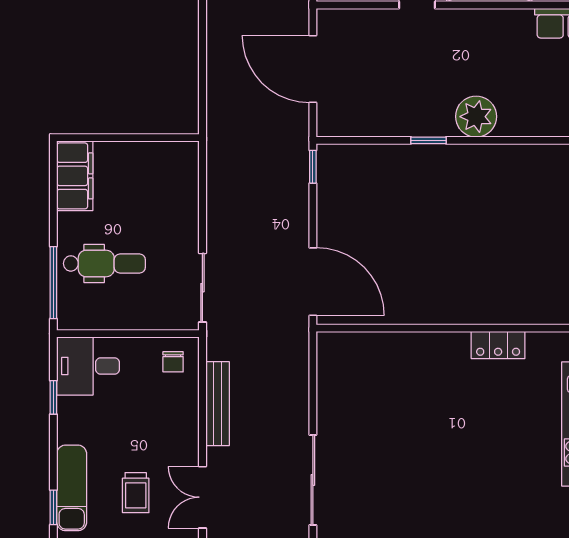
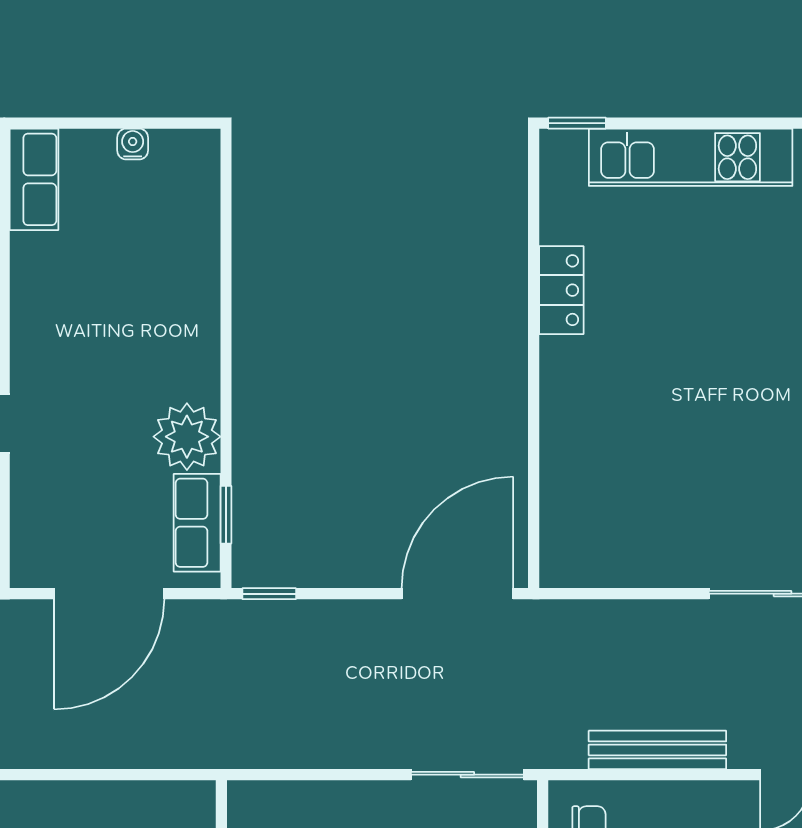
plant: (476, 117) -> (187, 437), moved
row of seats: (356, 123) -> (197, 523), added
window: (428, 140) -> (226, 515), moved

